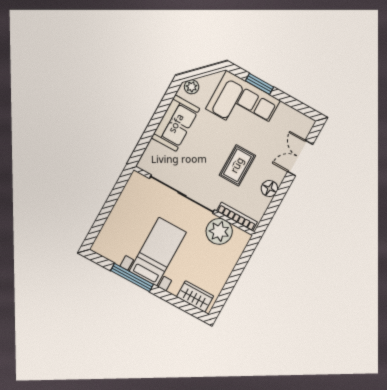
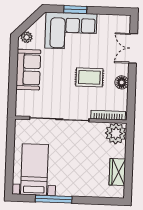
rug: (237, 165) -> (89, 77), turned 90
plant: (219, 231) -> (116, 133), moved
bed with nightstands: (158, 252) -> (34, 169), moved
wardrobe: (195, 296) -> (117, 172), moved, turned -90

